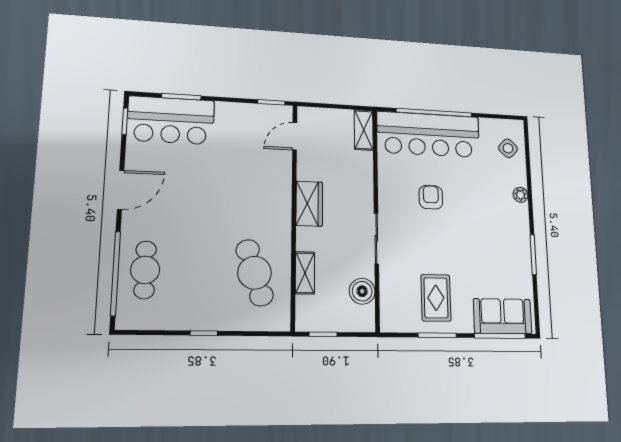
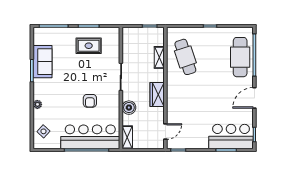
cafe table: (145, 270) -> (240, 57), width x1.37, depth x1.35
boiler: (362, 291) -> (129, 108), moved
rug: (436, 298) -> (89, 46), turned 90
sofa: (503, 316) -> (42, 62), moved, turned -90

